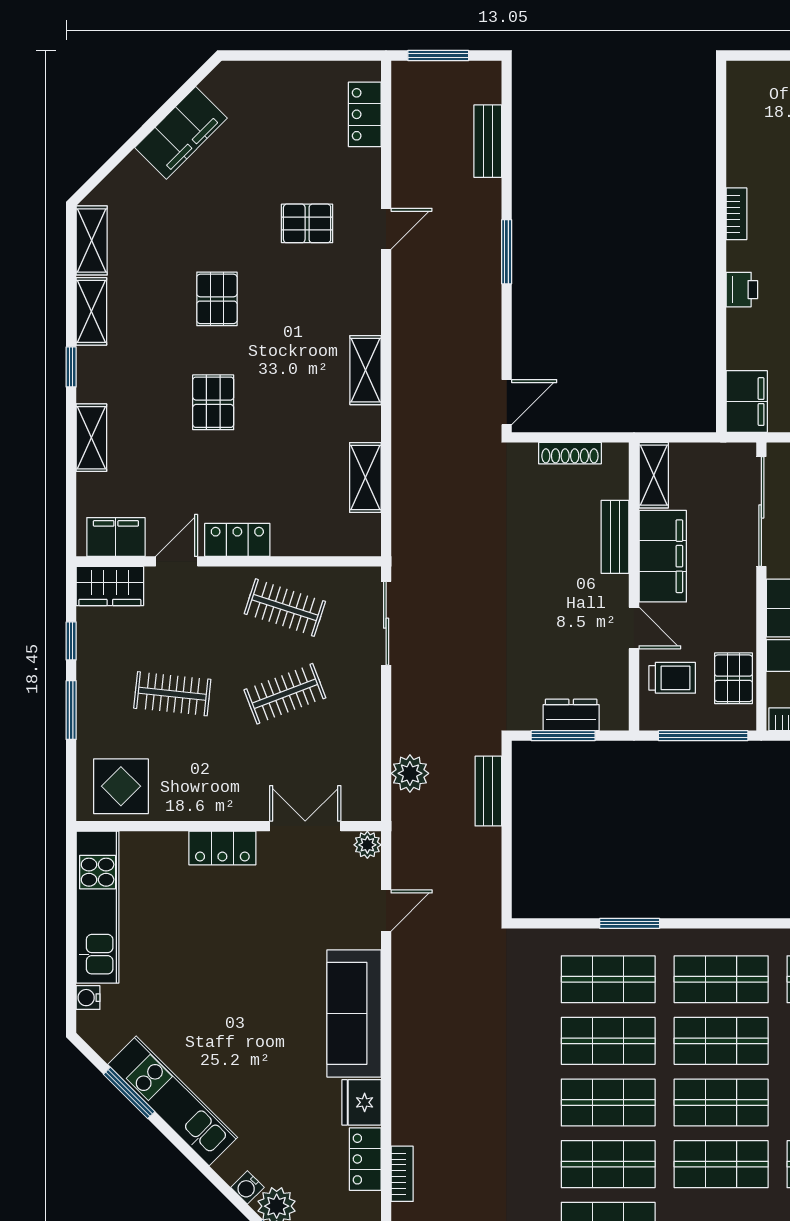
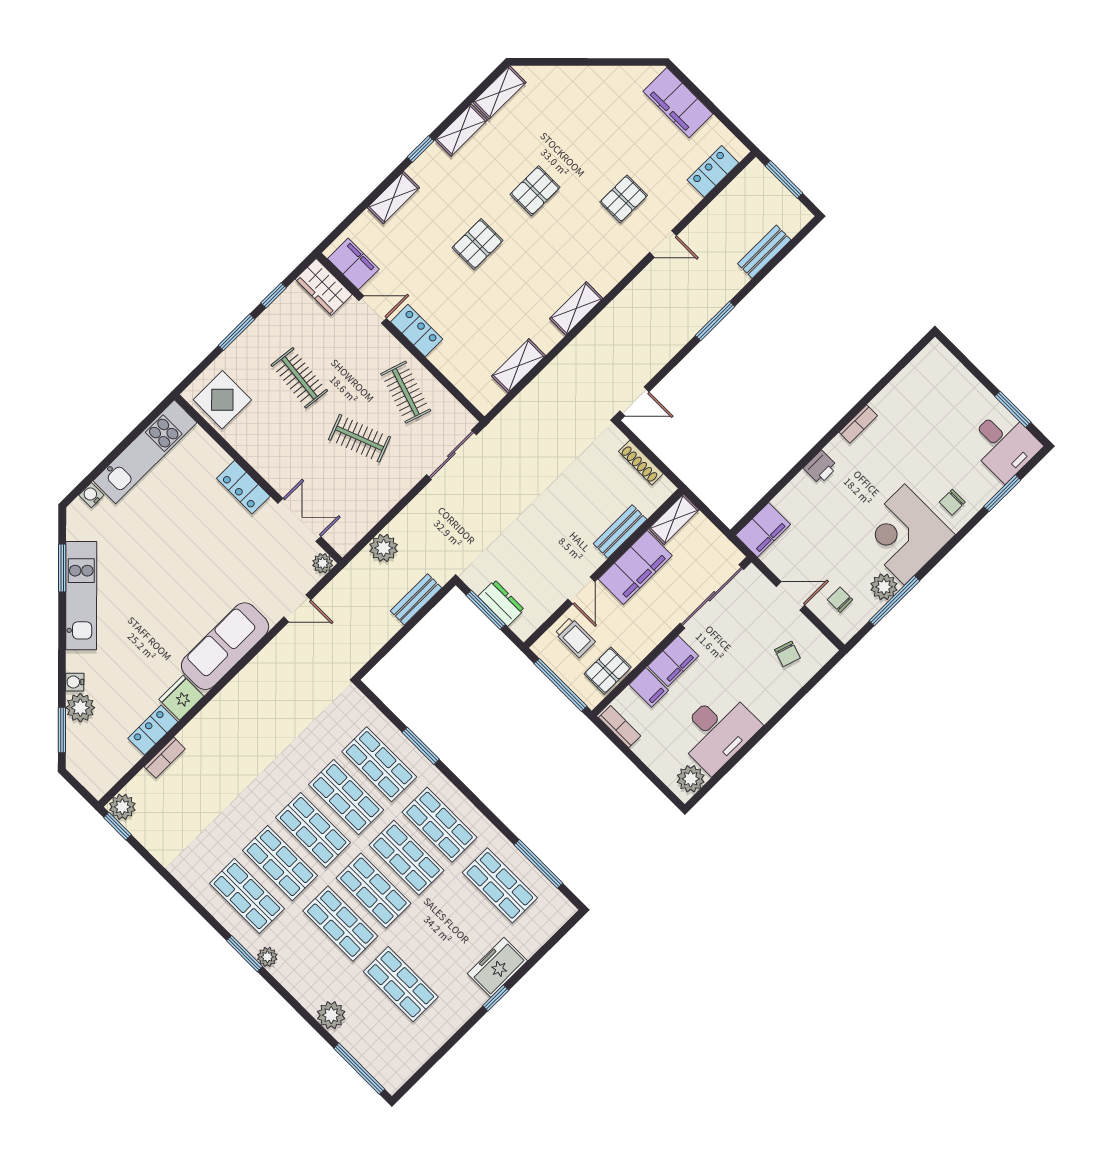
filing cabinet: (181, 133) -> (678, 103), moved, turned 45
pallet: (307, 223) -> (624, 199), turned 90

